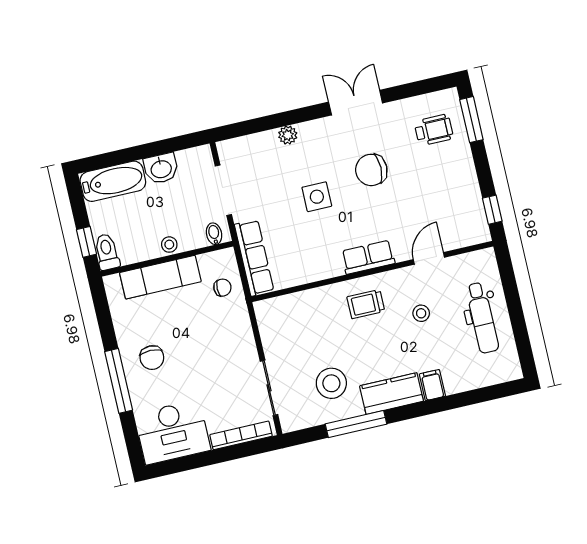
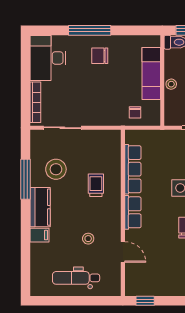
bidet: (214, 234) -> (172, 115), removed
row of seats: (254, 258) -> (133, 169), moved, turned -90
trolley: (366, 304) -> (96, 185), moved

